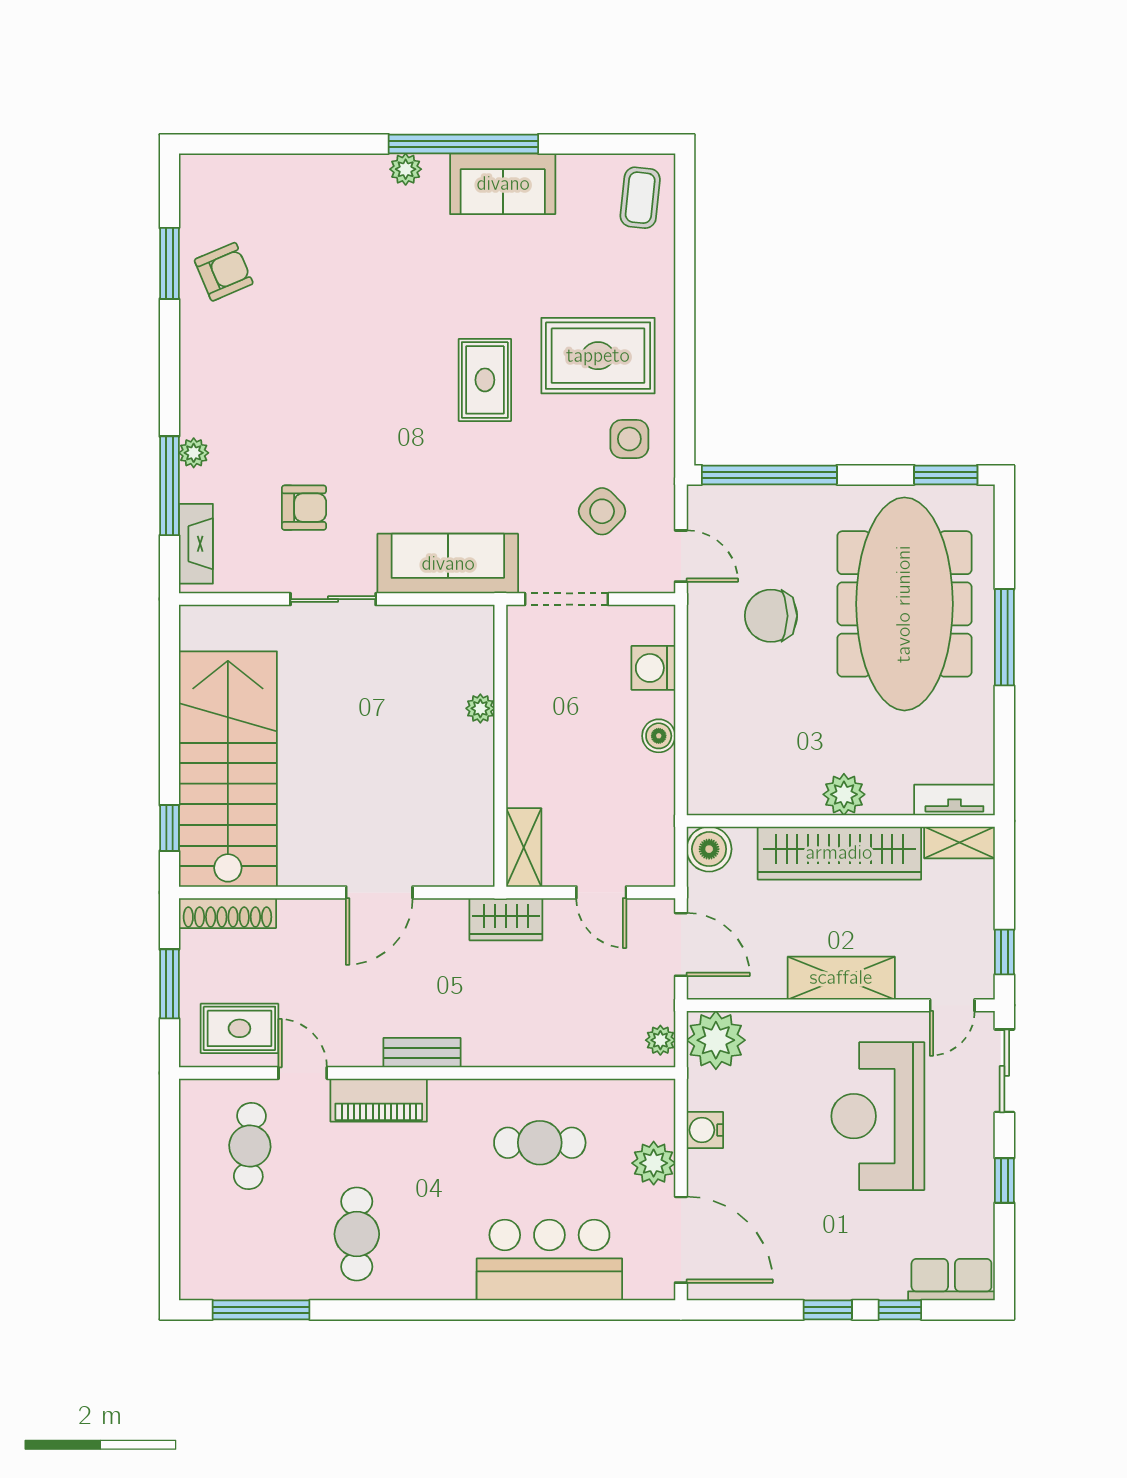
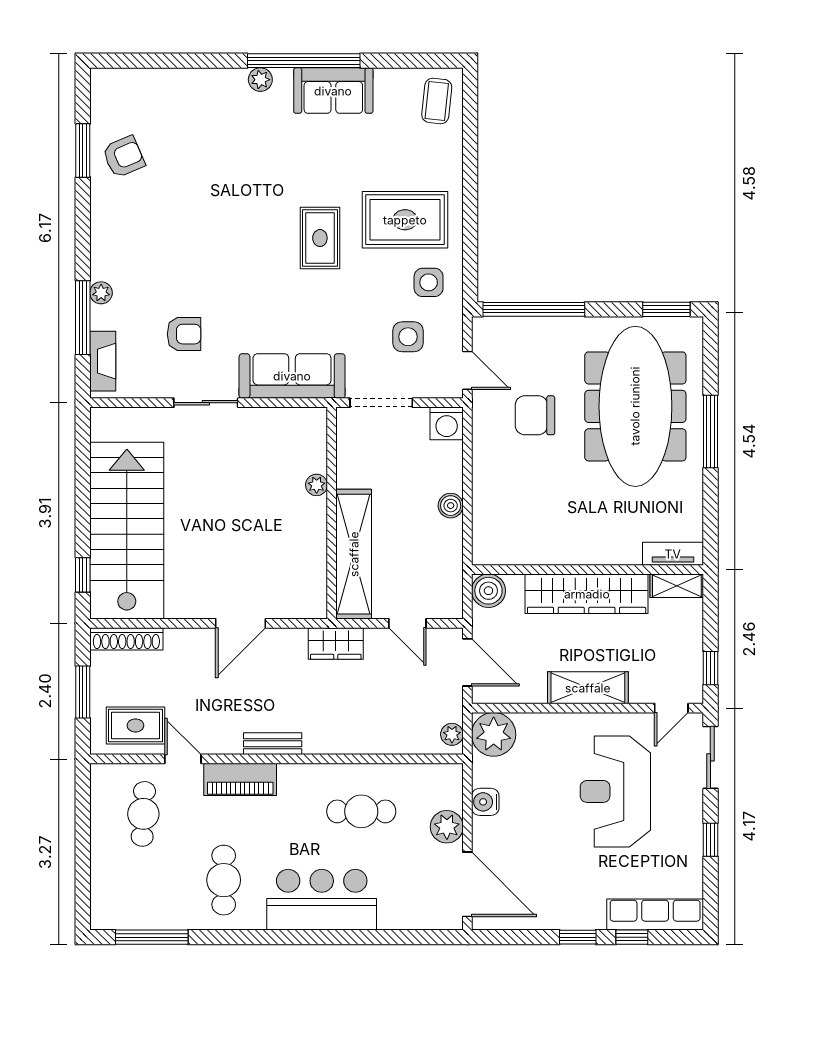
side table: (602, 511) -> (408, 337), turned 45
washing machine: (653, 668) -> (447, 423), moved, turned -90
plant: (844, 794) -> (590, 550), removed
shelving: (524, 847) -> (354, 554), width x2.20, depth x1.33
bar counter: (549, 1260) -> (322, 900), moved
row of seats: (951, 1280) -> (655, 914), width x1.48

